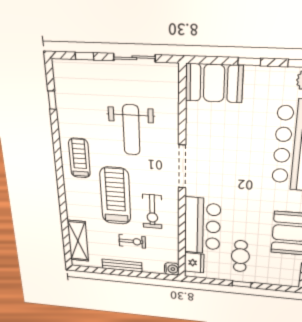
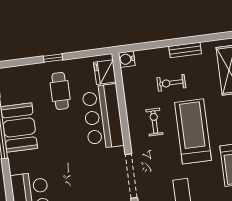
treadmill: (115, 196) -> (193, 131), turned 180
exercise bike: (152, 211) -> (154, 122), width x0.73, depth x0.72
bench: (122, 265) -> (185, 50), width x0.73

